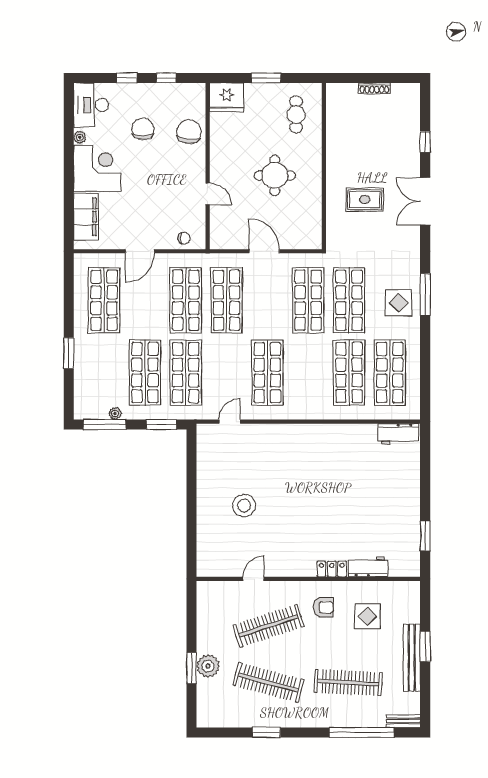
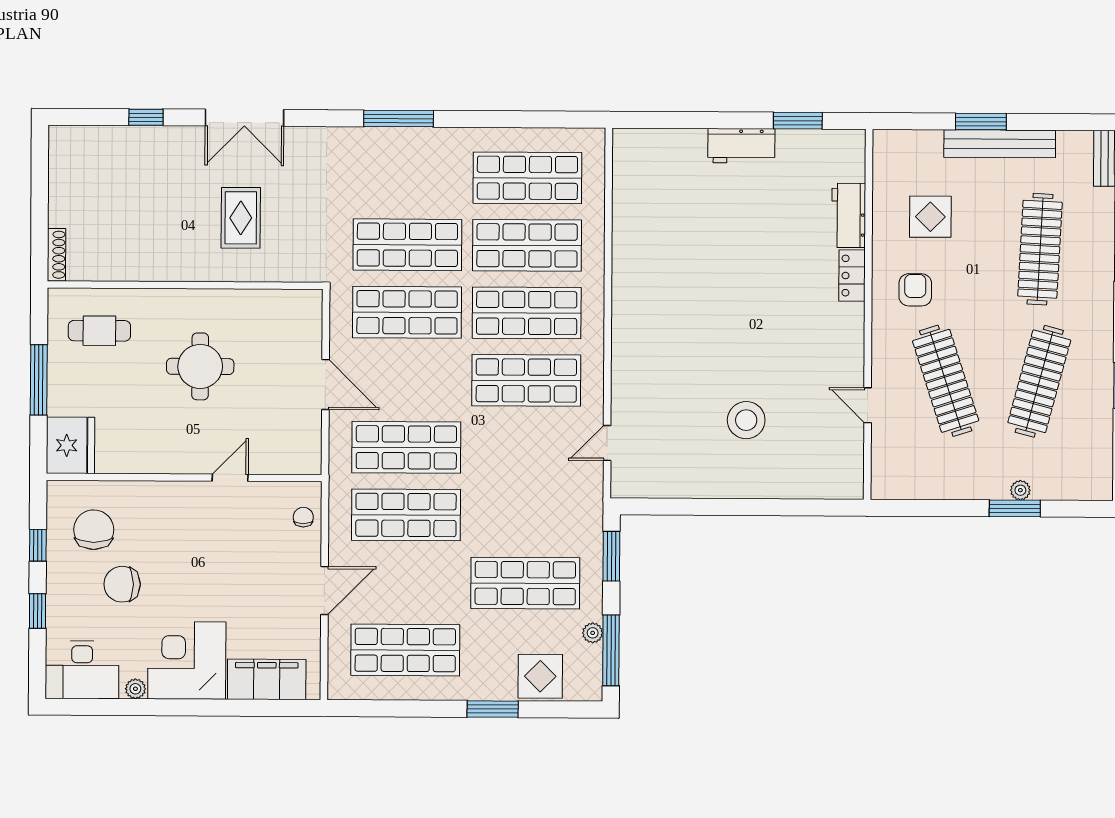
window: (266, 78) -> (39, 380), width x1.44
shoe rack: (374, 88) -> (56, 255), moved
chair: (189, 132) -> (94, 530), moved, turned 84
door: (140, 251) -> (324, 591), hinge flipped
door: (264, 251) -> (326, 385), swing flipped
display table: (399, 303) -> (540, 676), moved
shop shelf: (186, 373) -> (527, 313), moved
door: (230, 422) -> (607, 443), hinge flipped
workbench: (398, 434) -> (741, 146), moved, turned 90
plant: (208, 666) -> (1020, 490), width x0.53, depth x0.53

